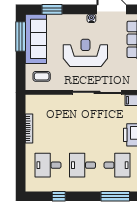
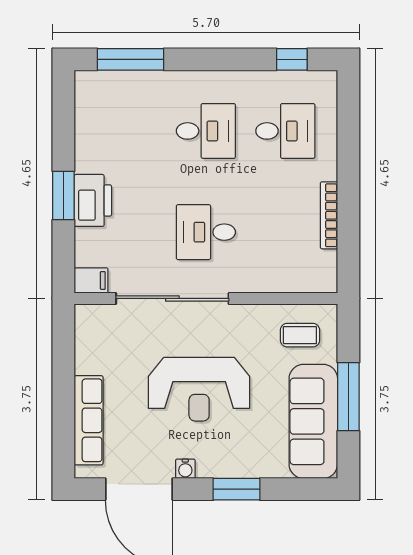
window: (52, 9) -> (237, 489), moved
window: (21, 36) -> (348, 397), moved
desk: (117, 165) -> (206, 232), moved
window: (59, 196) -> (292, 59), moved

